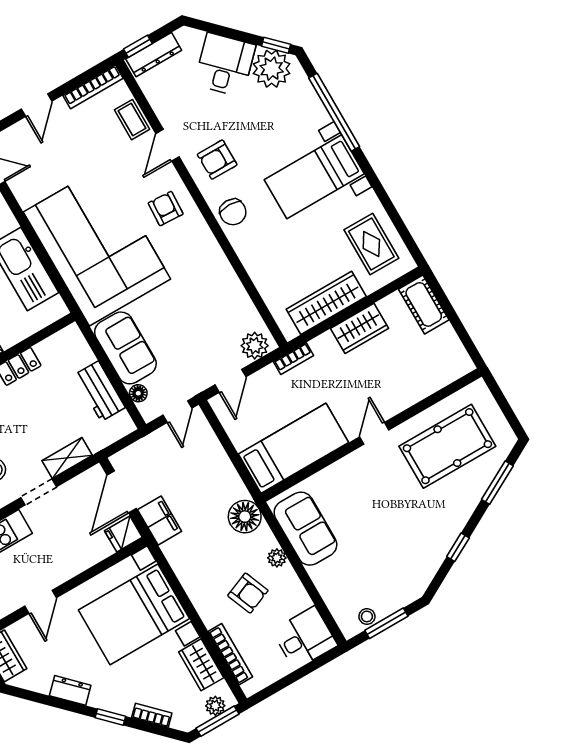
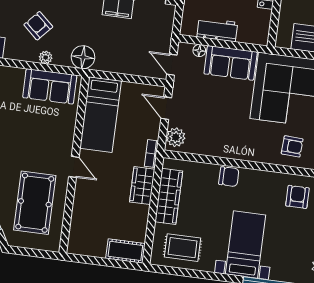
chair: (233, 212) -> (229, 177), moved, turned 180
wardrobe: (360, 328) -> (142, 186), moved
armchair: (248, 593) -> (38, 26), turned 64

